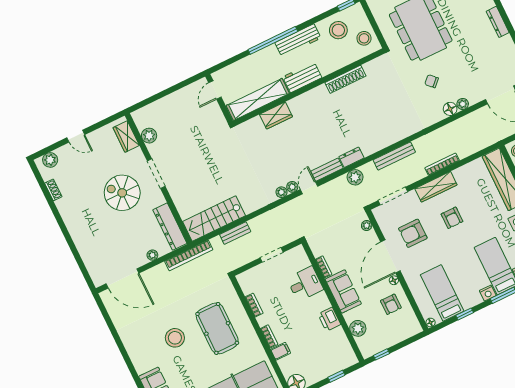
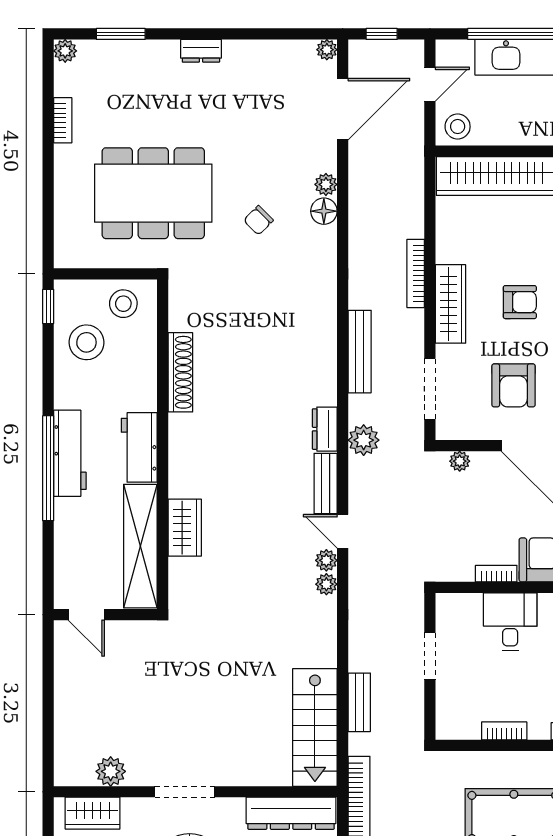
dresser: (498, 22) -> (201, 51), width x0.70
workbench: (298, 40) -> (70, 453), moved

